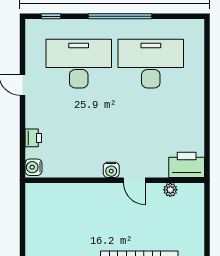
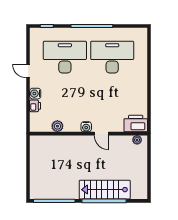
water cooler: (34, 167) -> (35, 94), moved
plant: (67, 169) -> (57, 126), added
plant: (170, 190) -> (137, 140), moved

